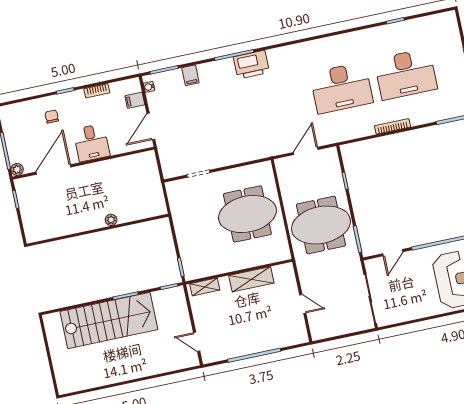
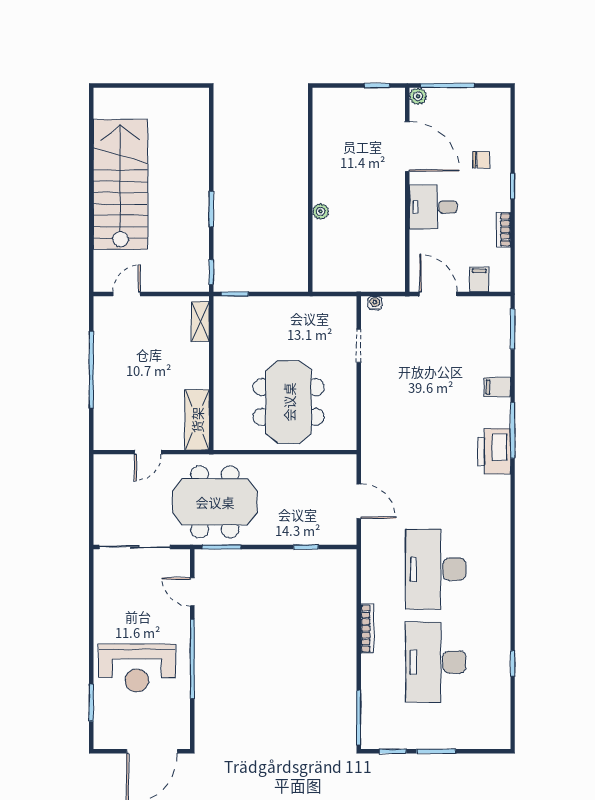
filing cabinet: (190, 75) -> (497, 387), moved
water cooler: (149, 87) -> (375, 303), moved
meeting table: (321, 225) -> (215, 502), moved, turned 90
shelving: (251, 279) -> (197, 420), moved
stairs: (109, 320) -> (120, 184), moved, turned 180

